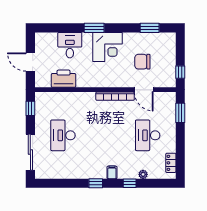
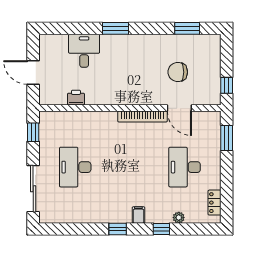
corner desk: (108, 47) -> (133, 53), removed
printer: (64, 79) -> (76, 98), width x0.53, depth x0.68

